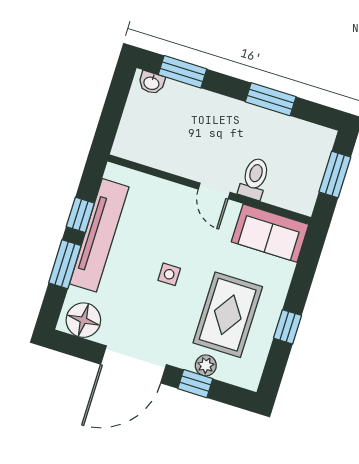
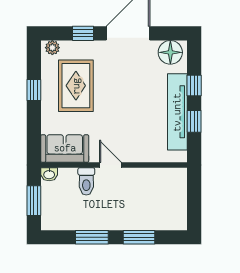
window: (183, 72) -> (139, 237), moved
washbasin: (152, 83) -> (49, 174), moved, turned 180
window: (65, 264) -> (194, 86), width x0.67
side table: (169, 274) -> (123, 100), removed
plant: (206, 365) -> (52, 48), moved

